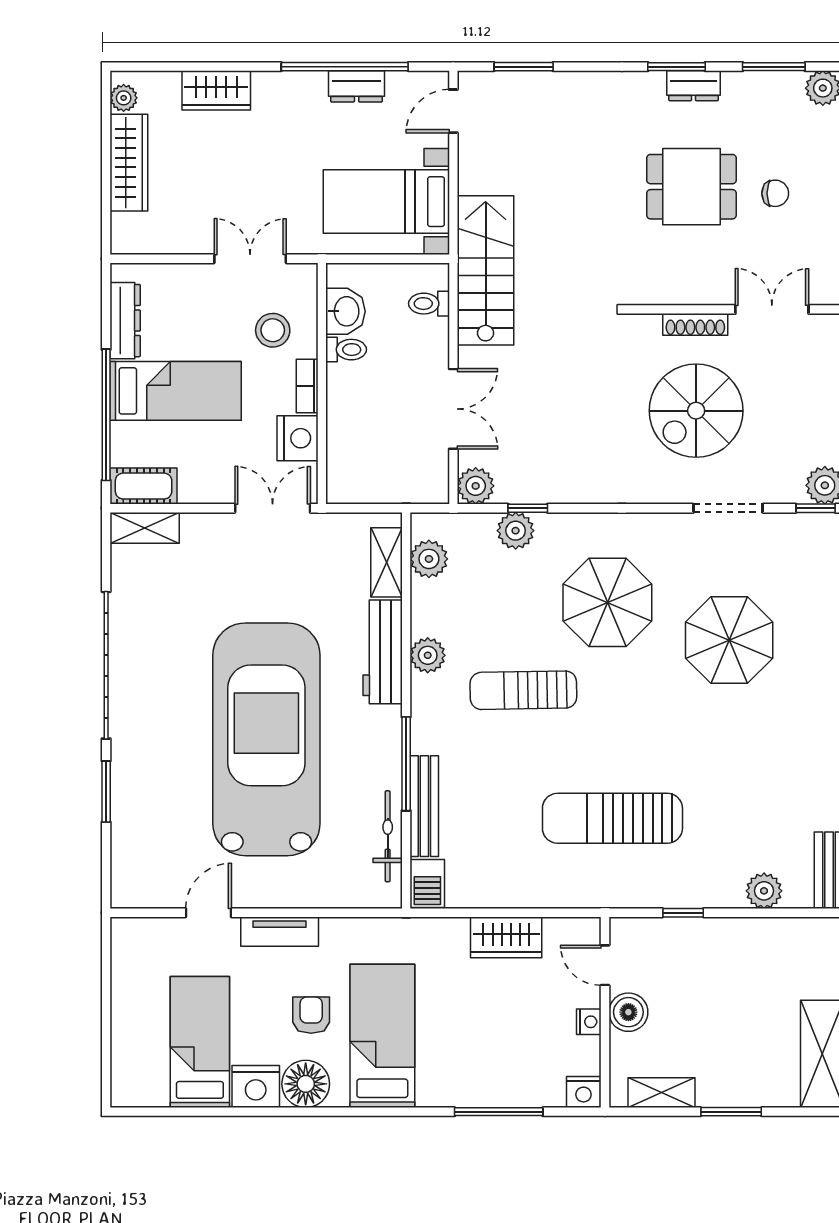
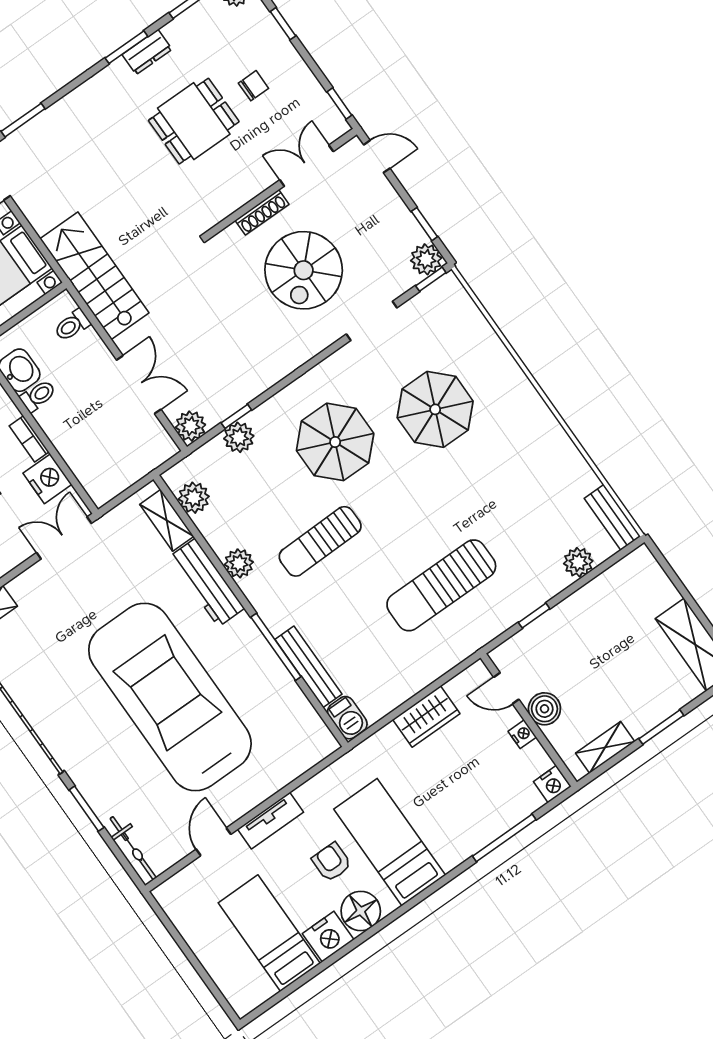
bicycle: (388, 836) -> (133, 848), moved, turned 180

